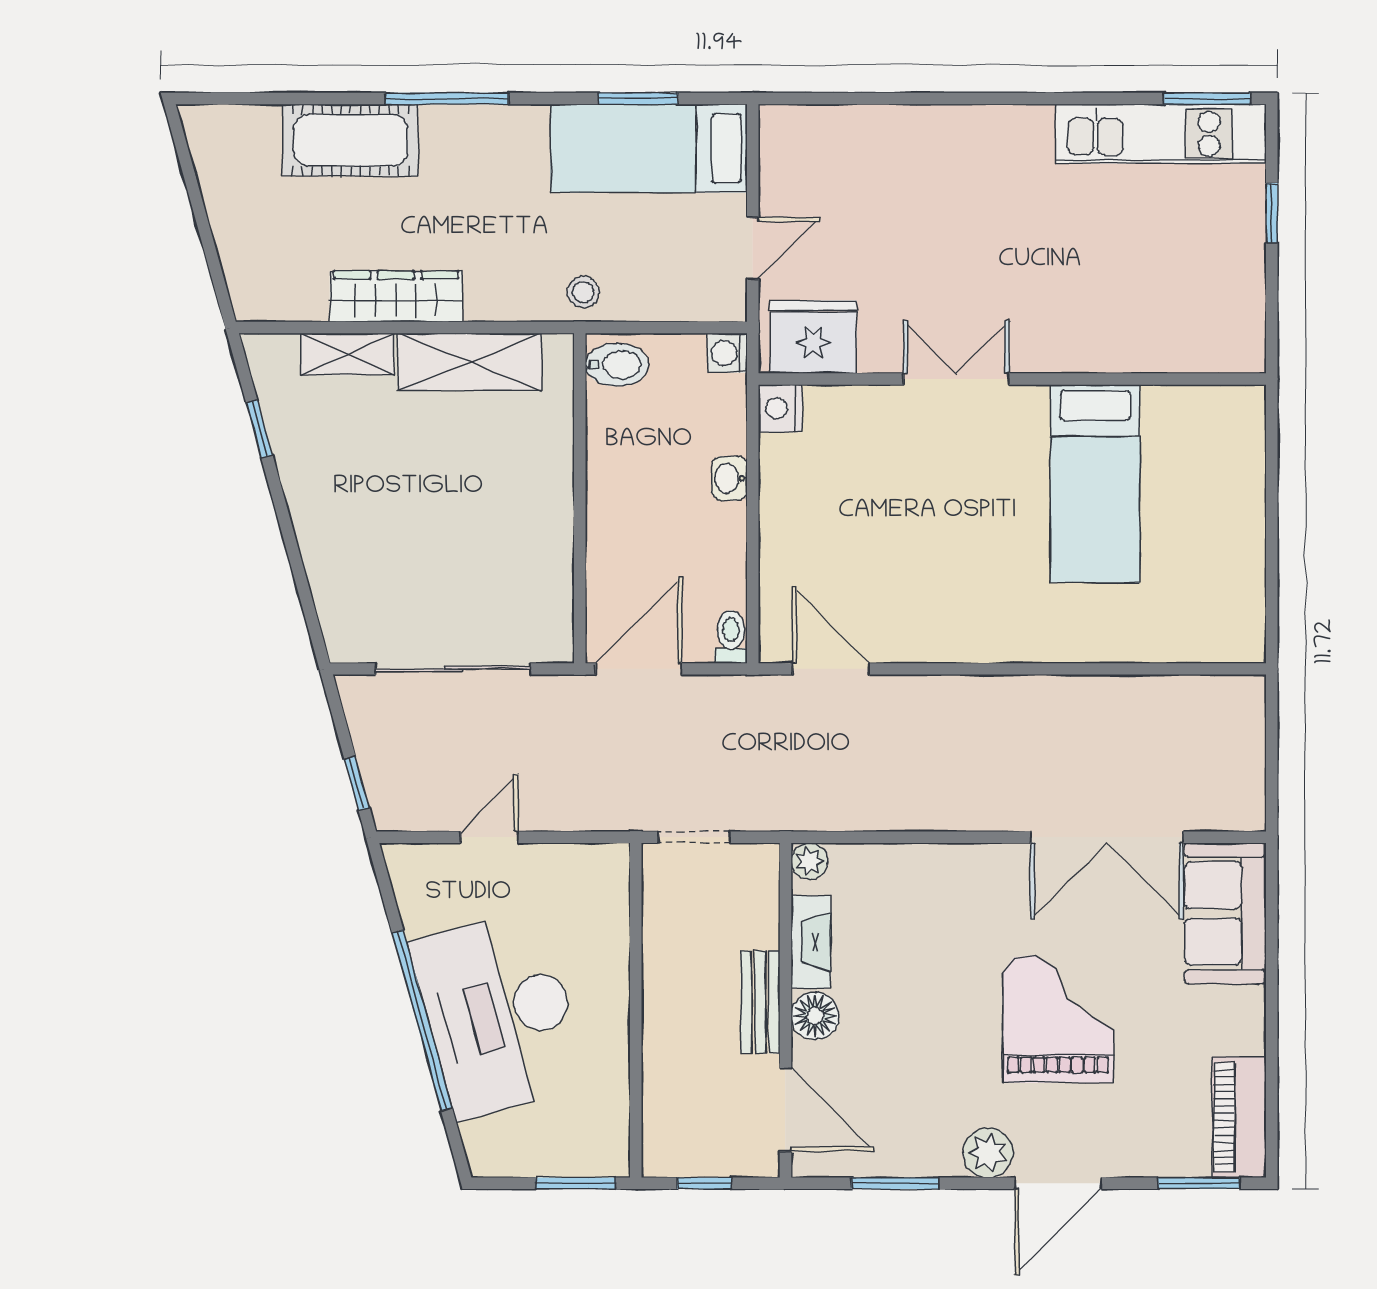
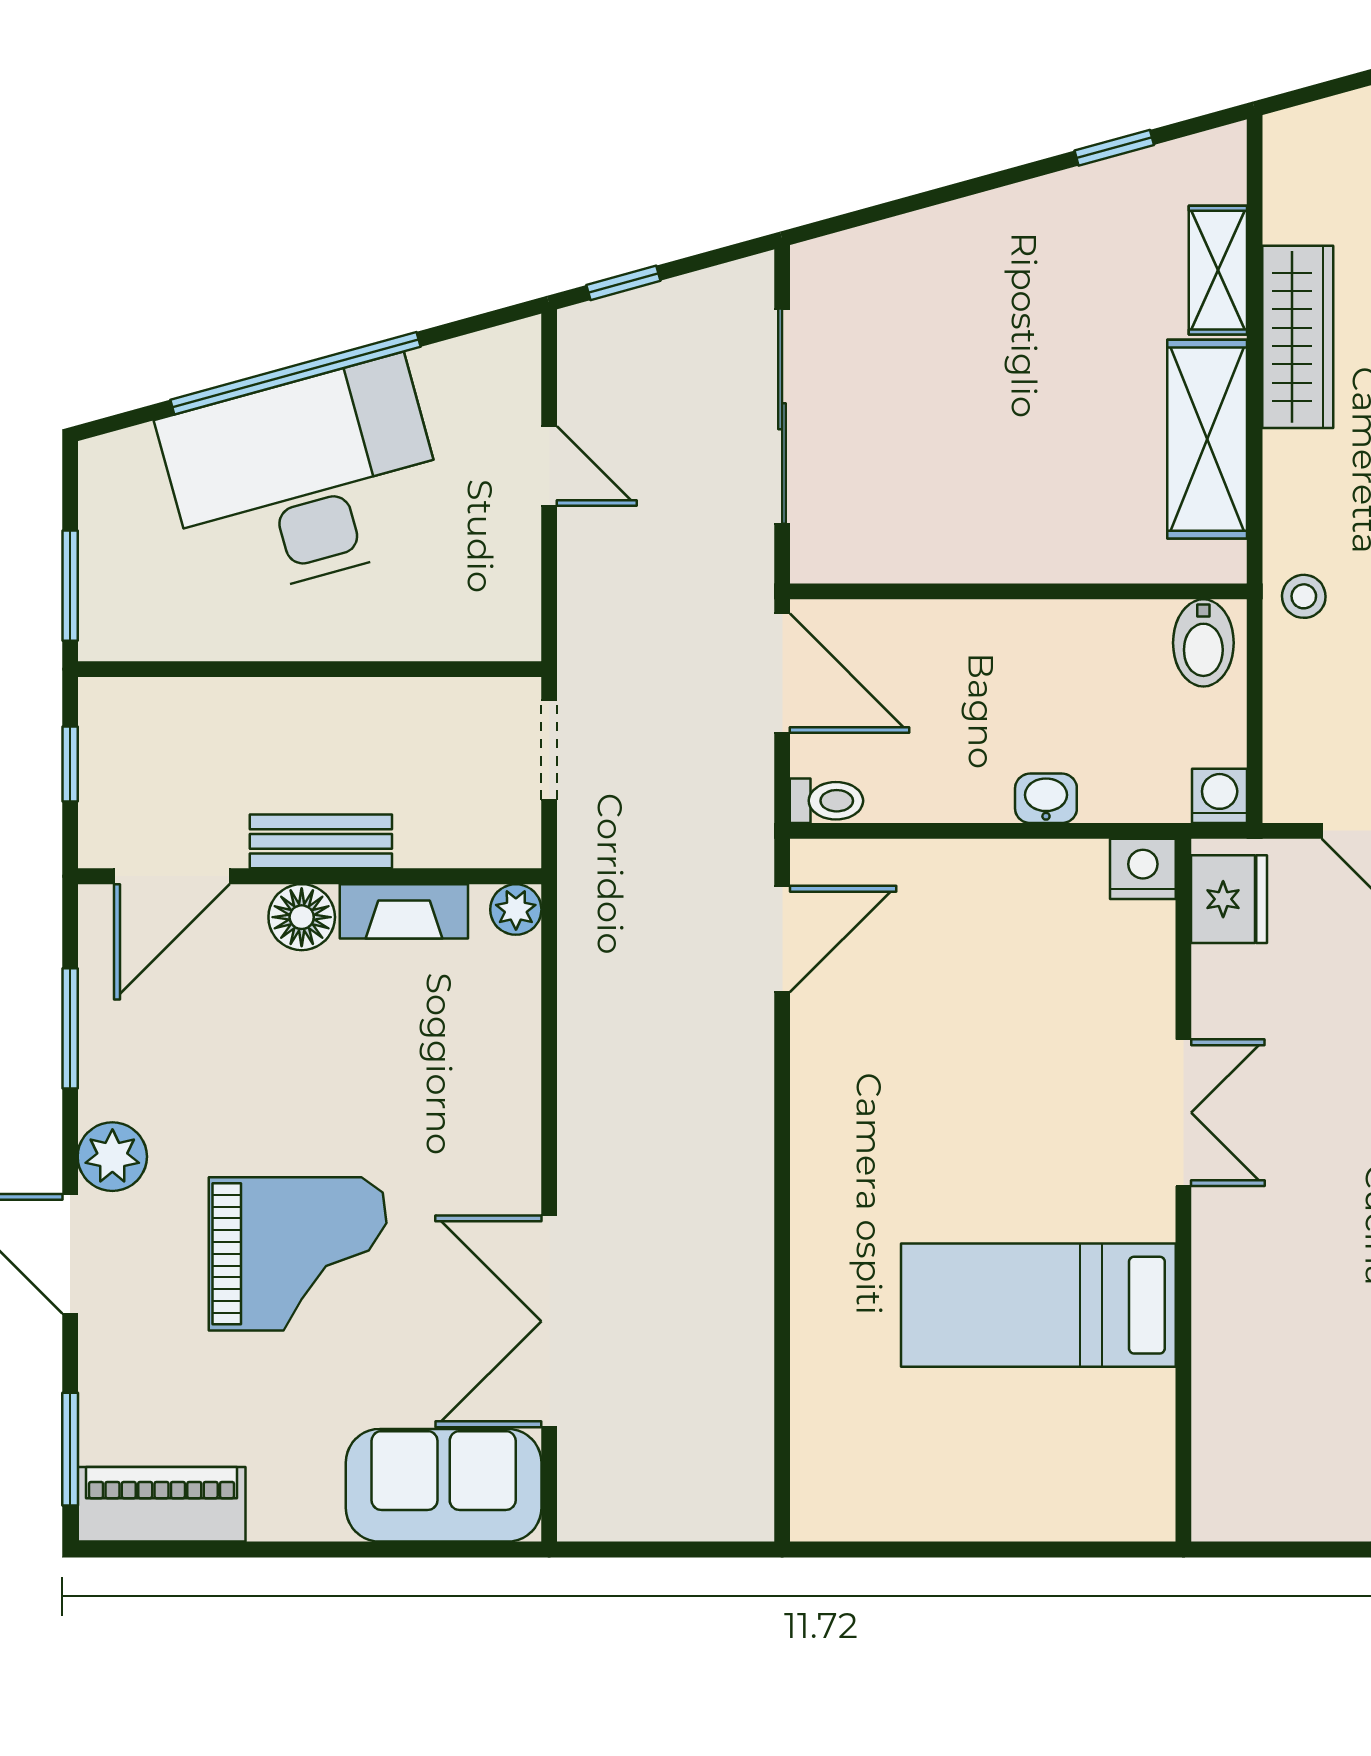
fridge: (813, 337) -> (1229, 899), width x0.73, depth x0.75

